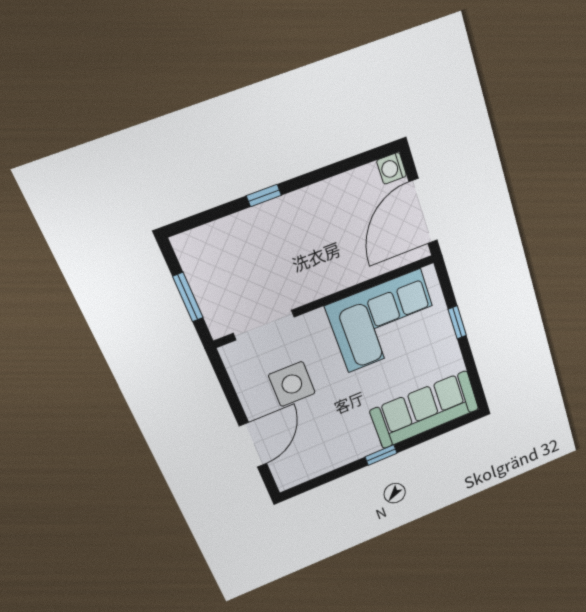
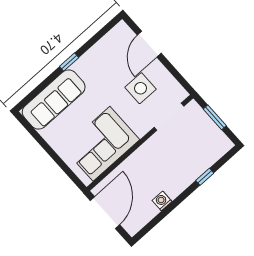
washing machine: (392, 168) -> (162, 201), moved, turned -90
window: (264, 196) -> (205, 177), moved
window: (457, 322) -> (57, 159), removed

